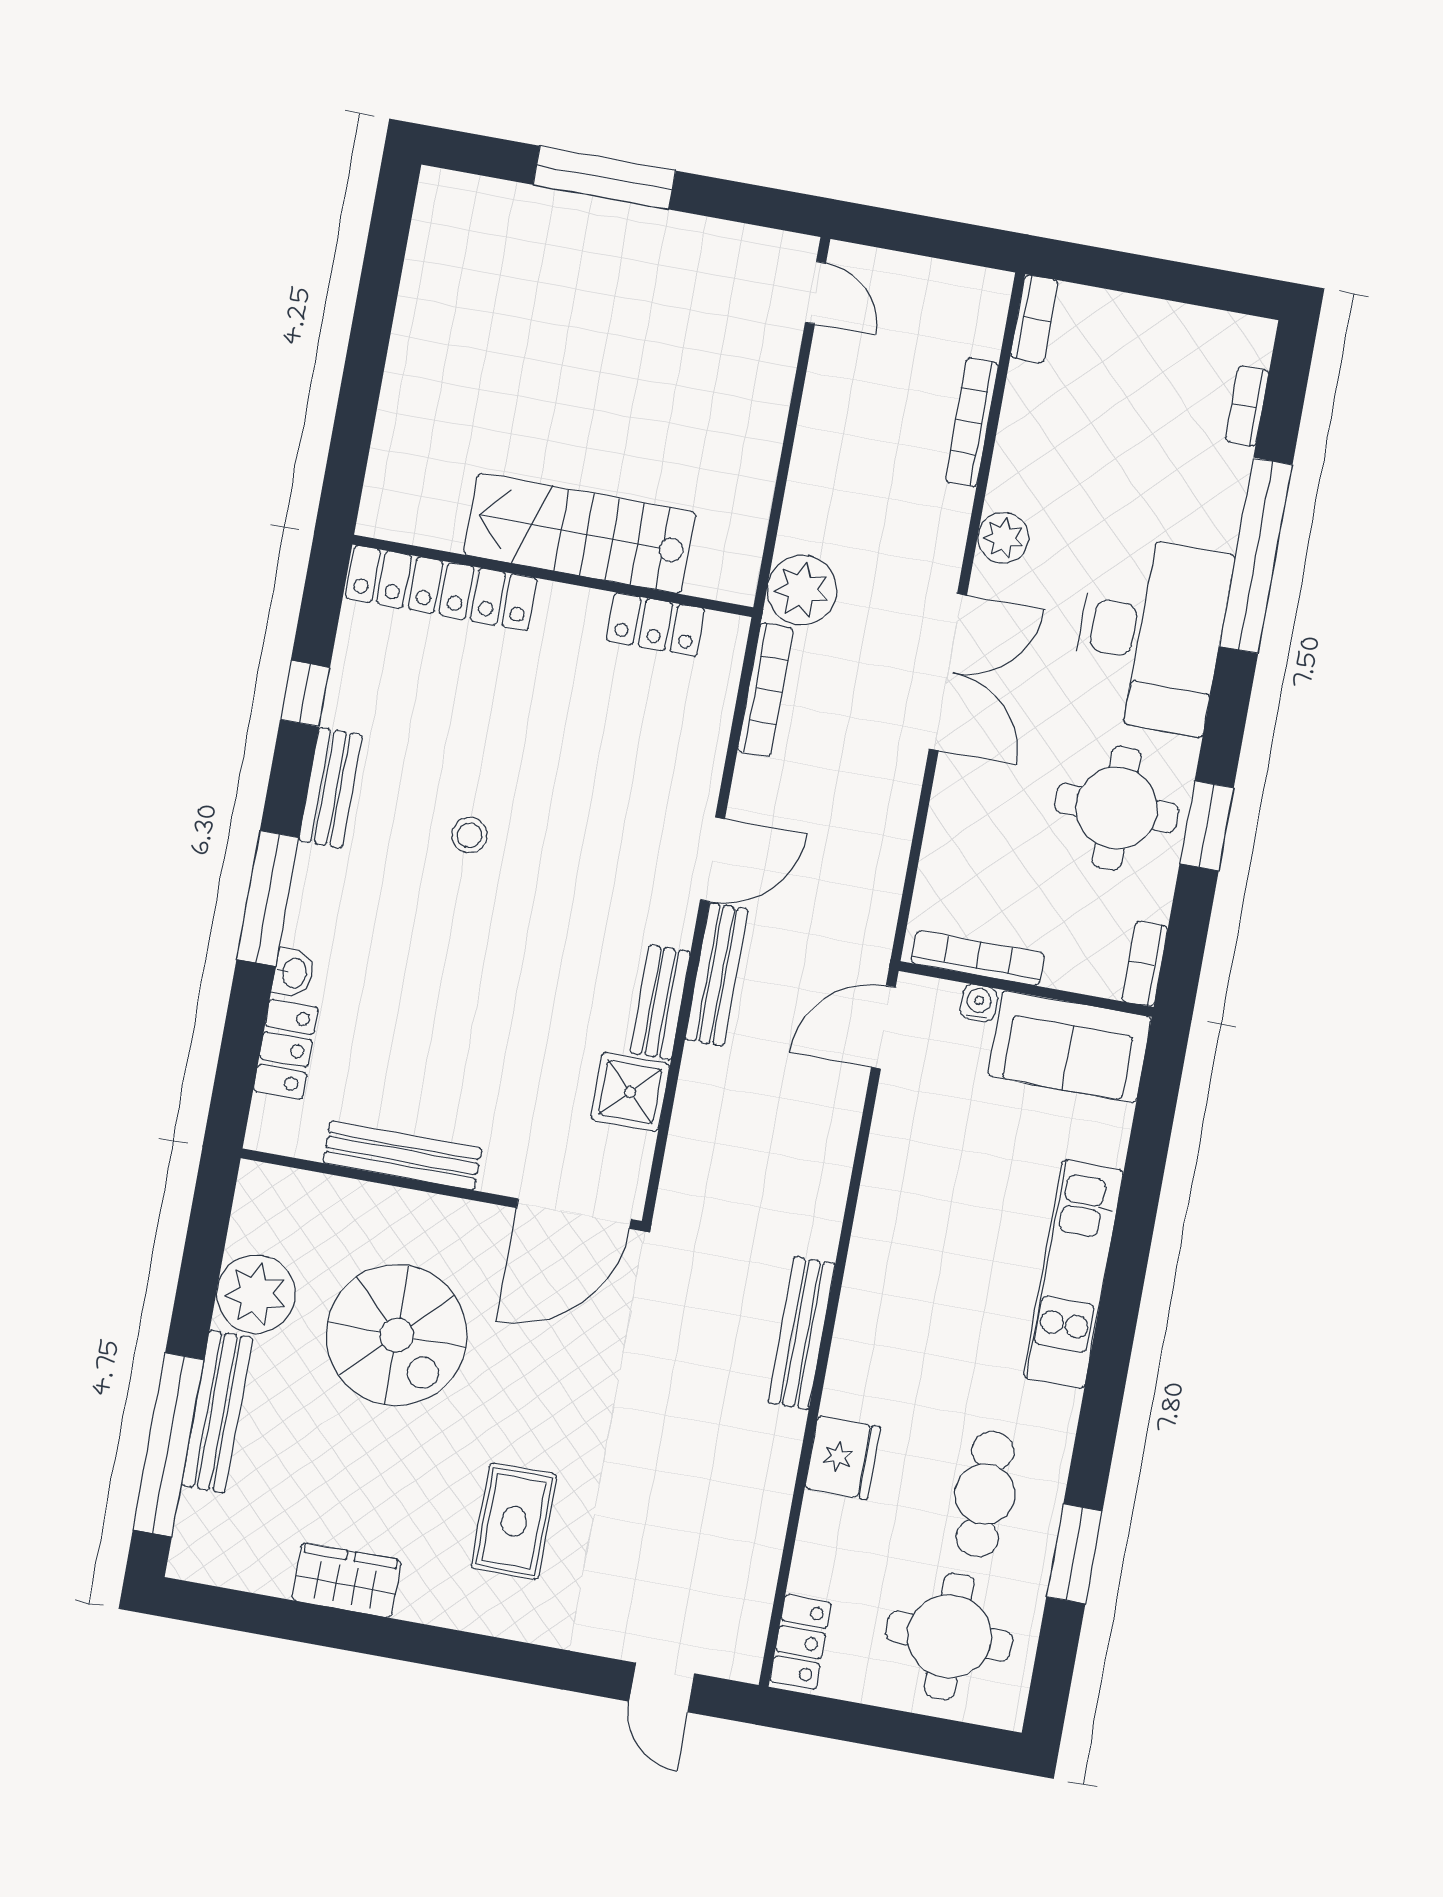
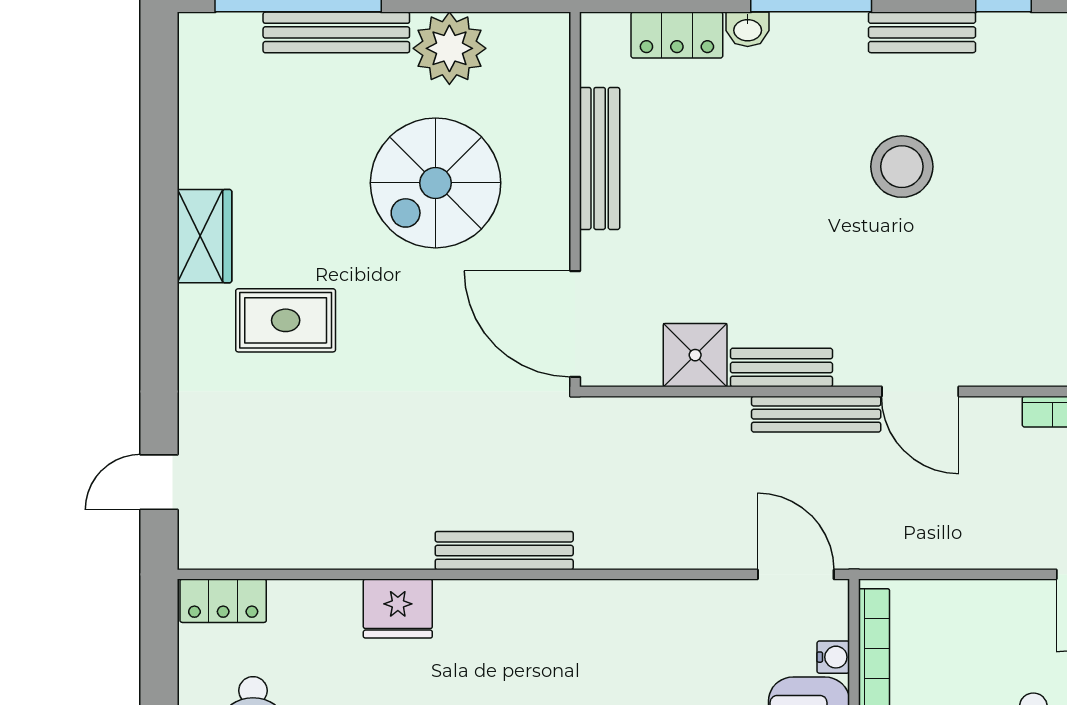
stool: (469, 835) -> (902, 167), width x1.89, depth x1.89
wardrobe: (346, 1580) -> (204, 236), moved

